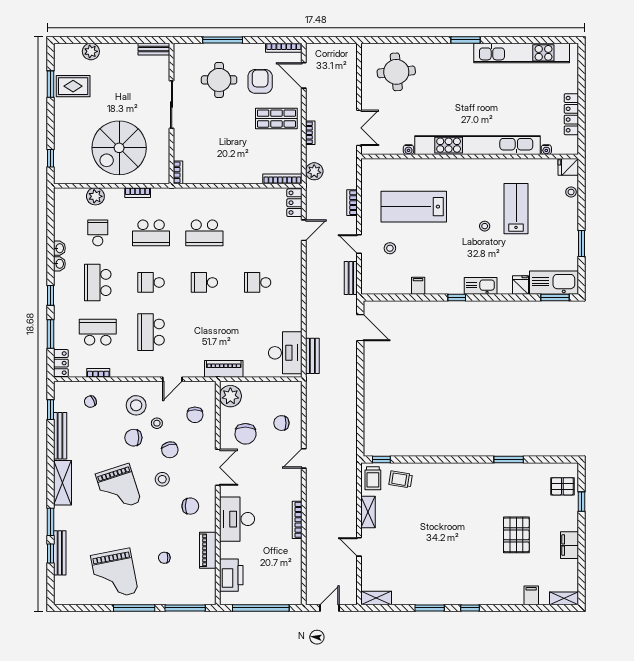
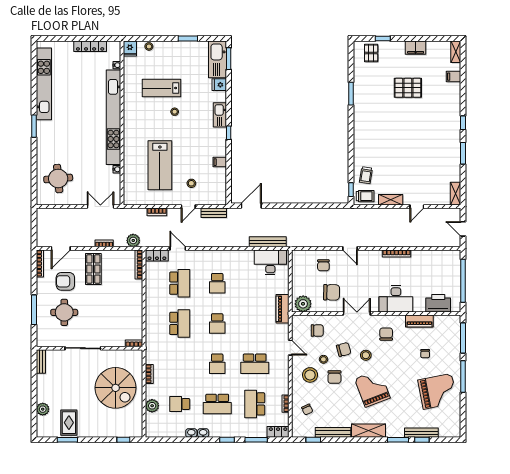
school desk: (151, 233) -> (180, 283), moved
bench: (312, 356) -> (268, 242), width x1.36
grand piano: (118, 488) -> (372, 388), turned -93

